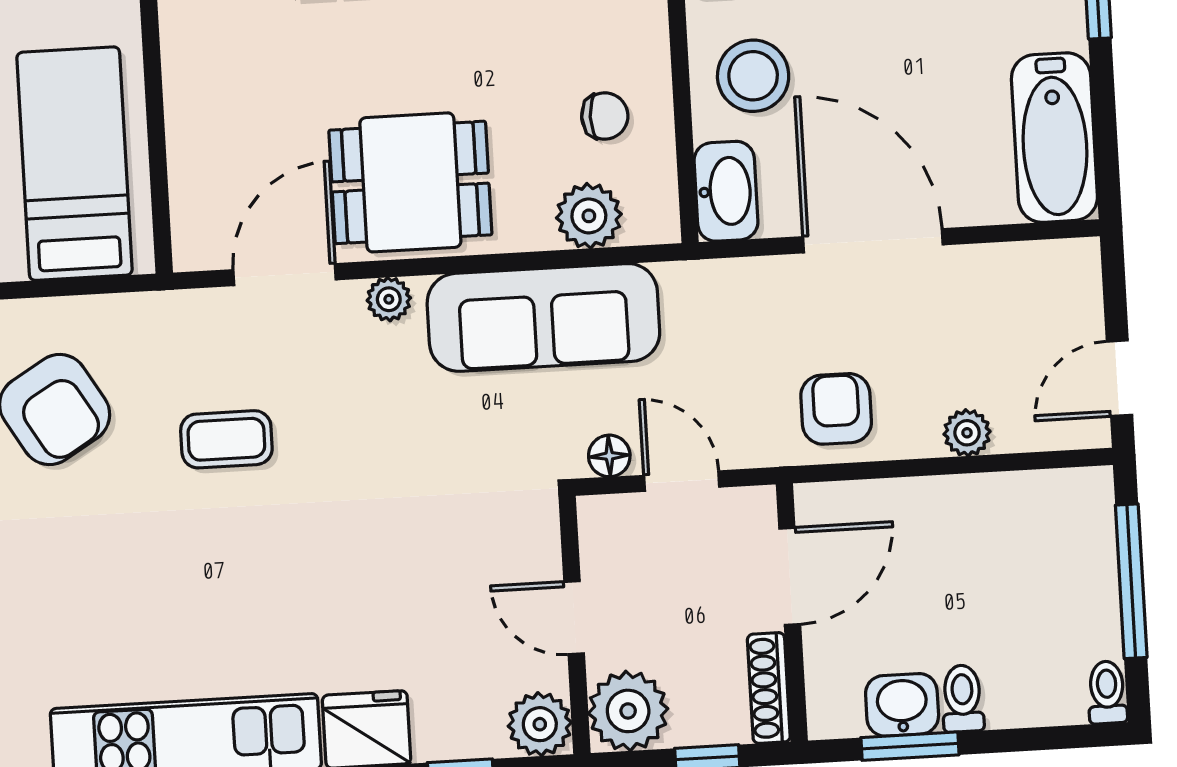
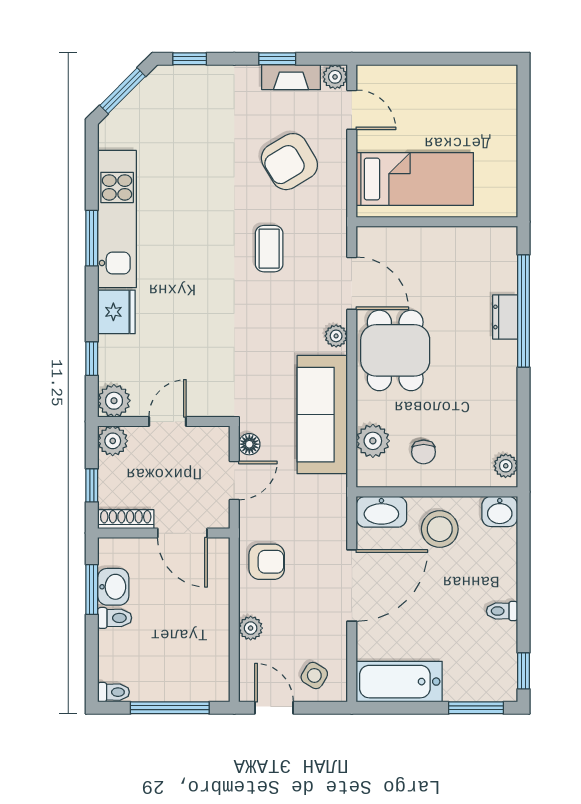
side table: (1052, 303) -> (314, 675), added
plant: (628, 711) -> (113, 441), width x0.73, depth x0.73

